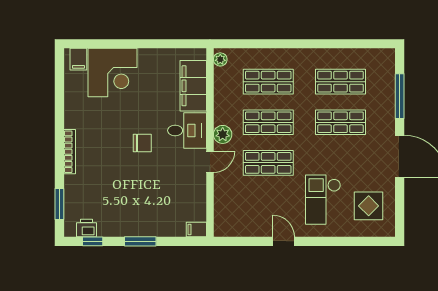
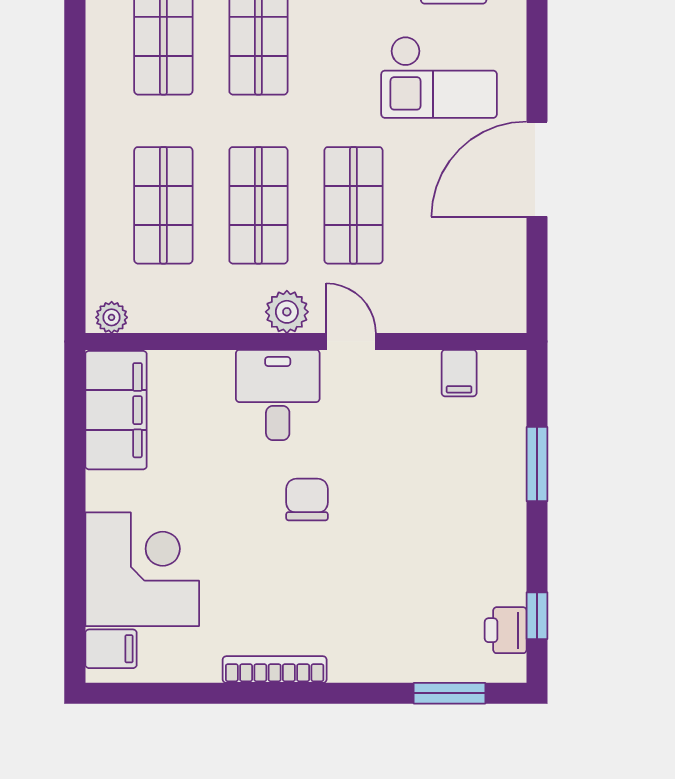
filing cabinet: (193, 86) -> (116, 410), moved, turned -90
bookcase: (70, 152) -> (275, 670), moved
filing cabinet: (196, 229) -> (459, 373), moved
window: (140, 241) -> (537, 464), moved
door: (284, 241) -> (537, 169), width x1.88

